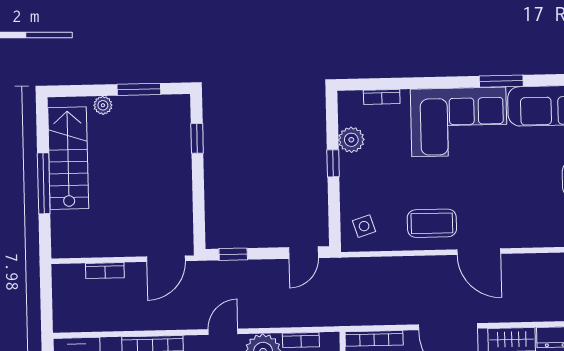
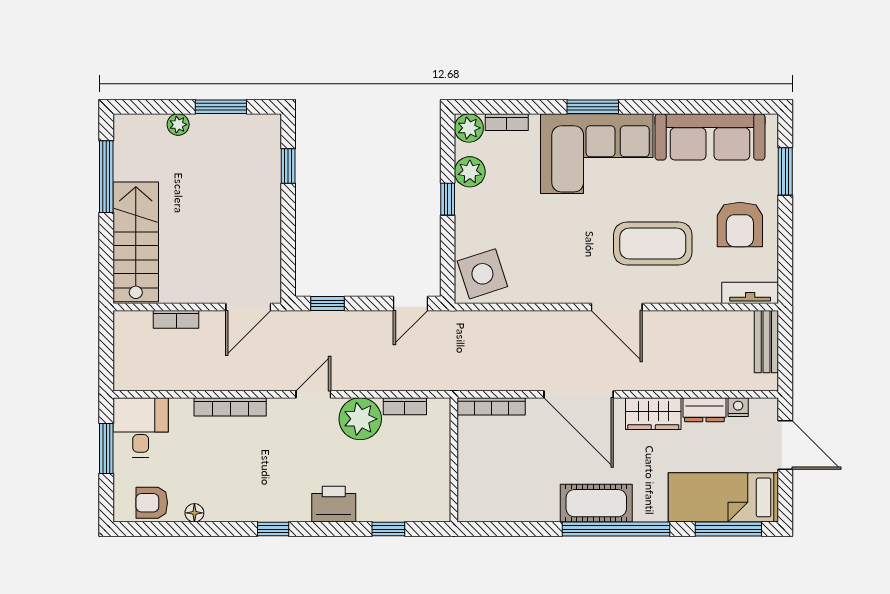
window: (501, 81) -> (593, 107), moved
plant: (350, 103) -> (469, 128), added
stairs: (68, 158) -> (136, 242), moved
window: (44, 183) -> (106, 177), moved
coffee table: (432, 223) -> (653, 244), moved, width x1.36, depth x1.32
side table: (364, 226) -> (482, 274), width x1.87, depth x1.87

